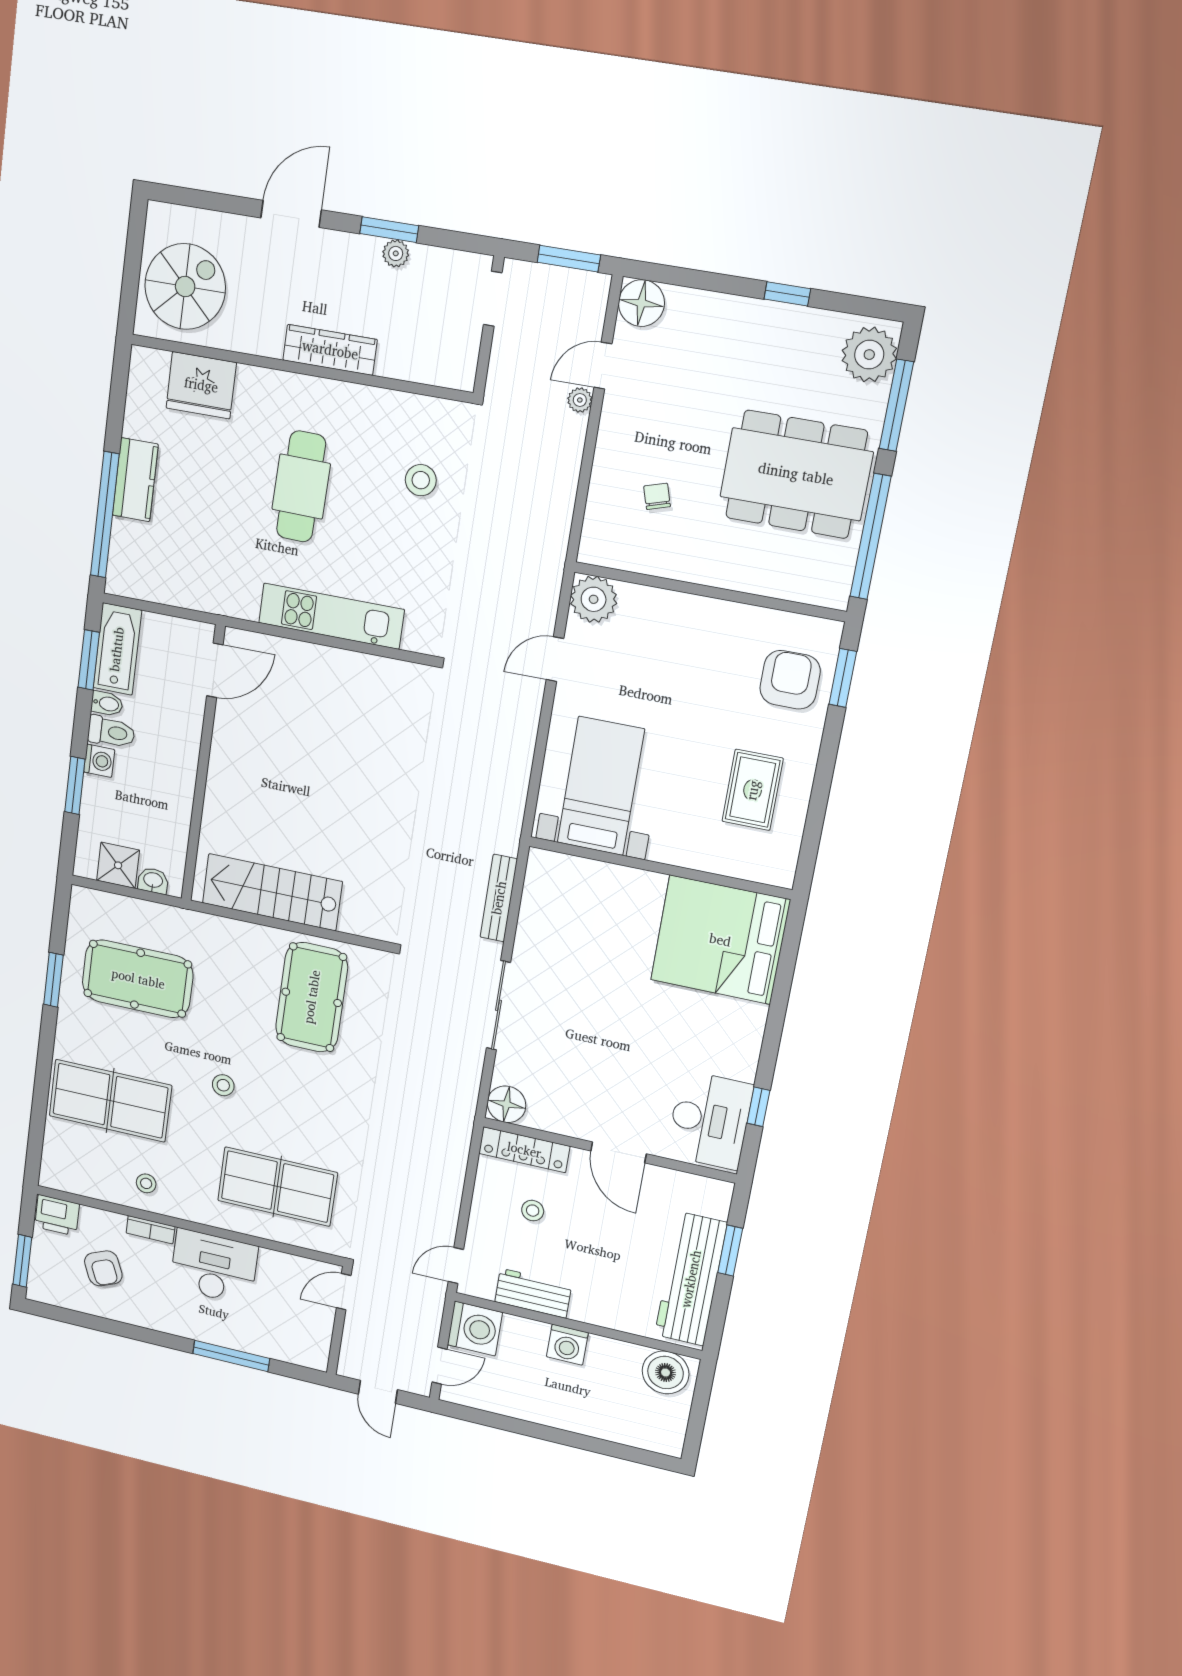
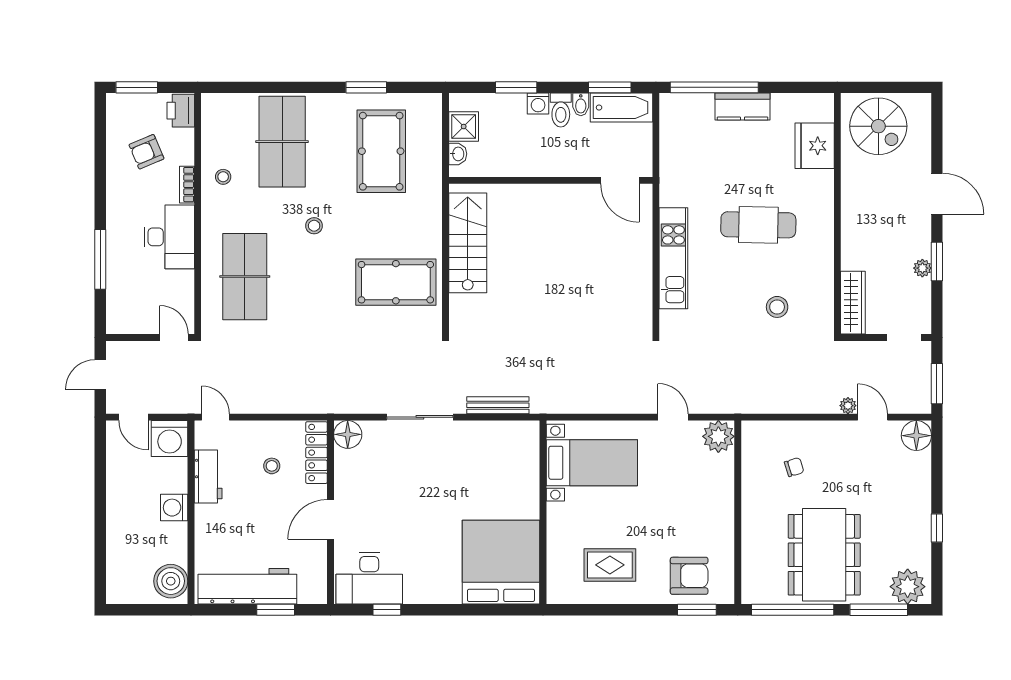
wardrobe: (330, 350) -> (853, 303), moved

